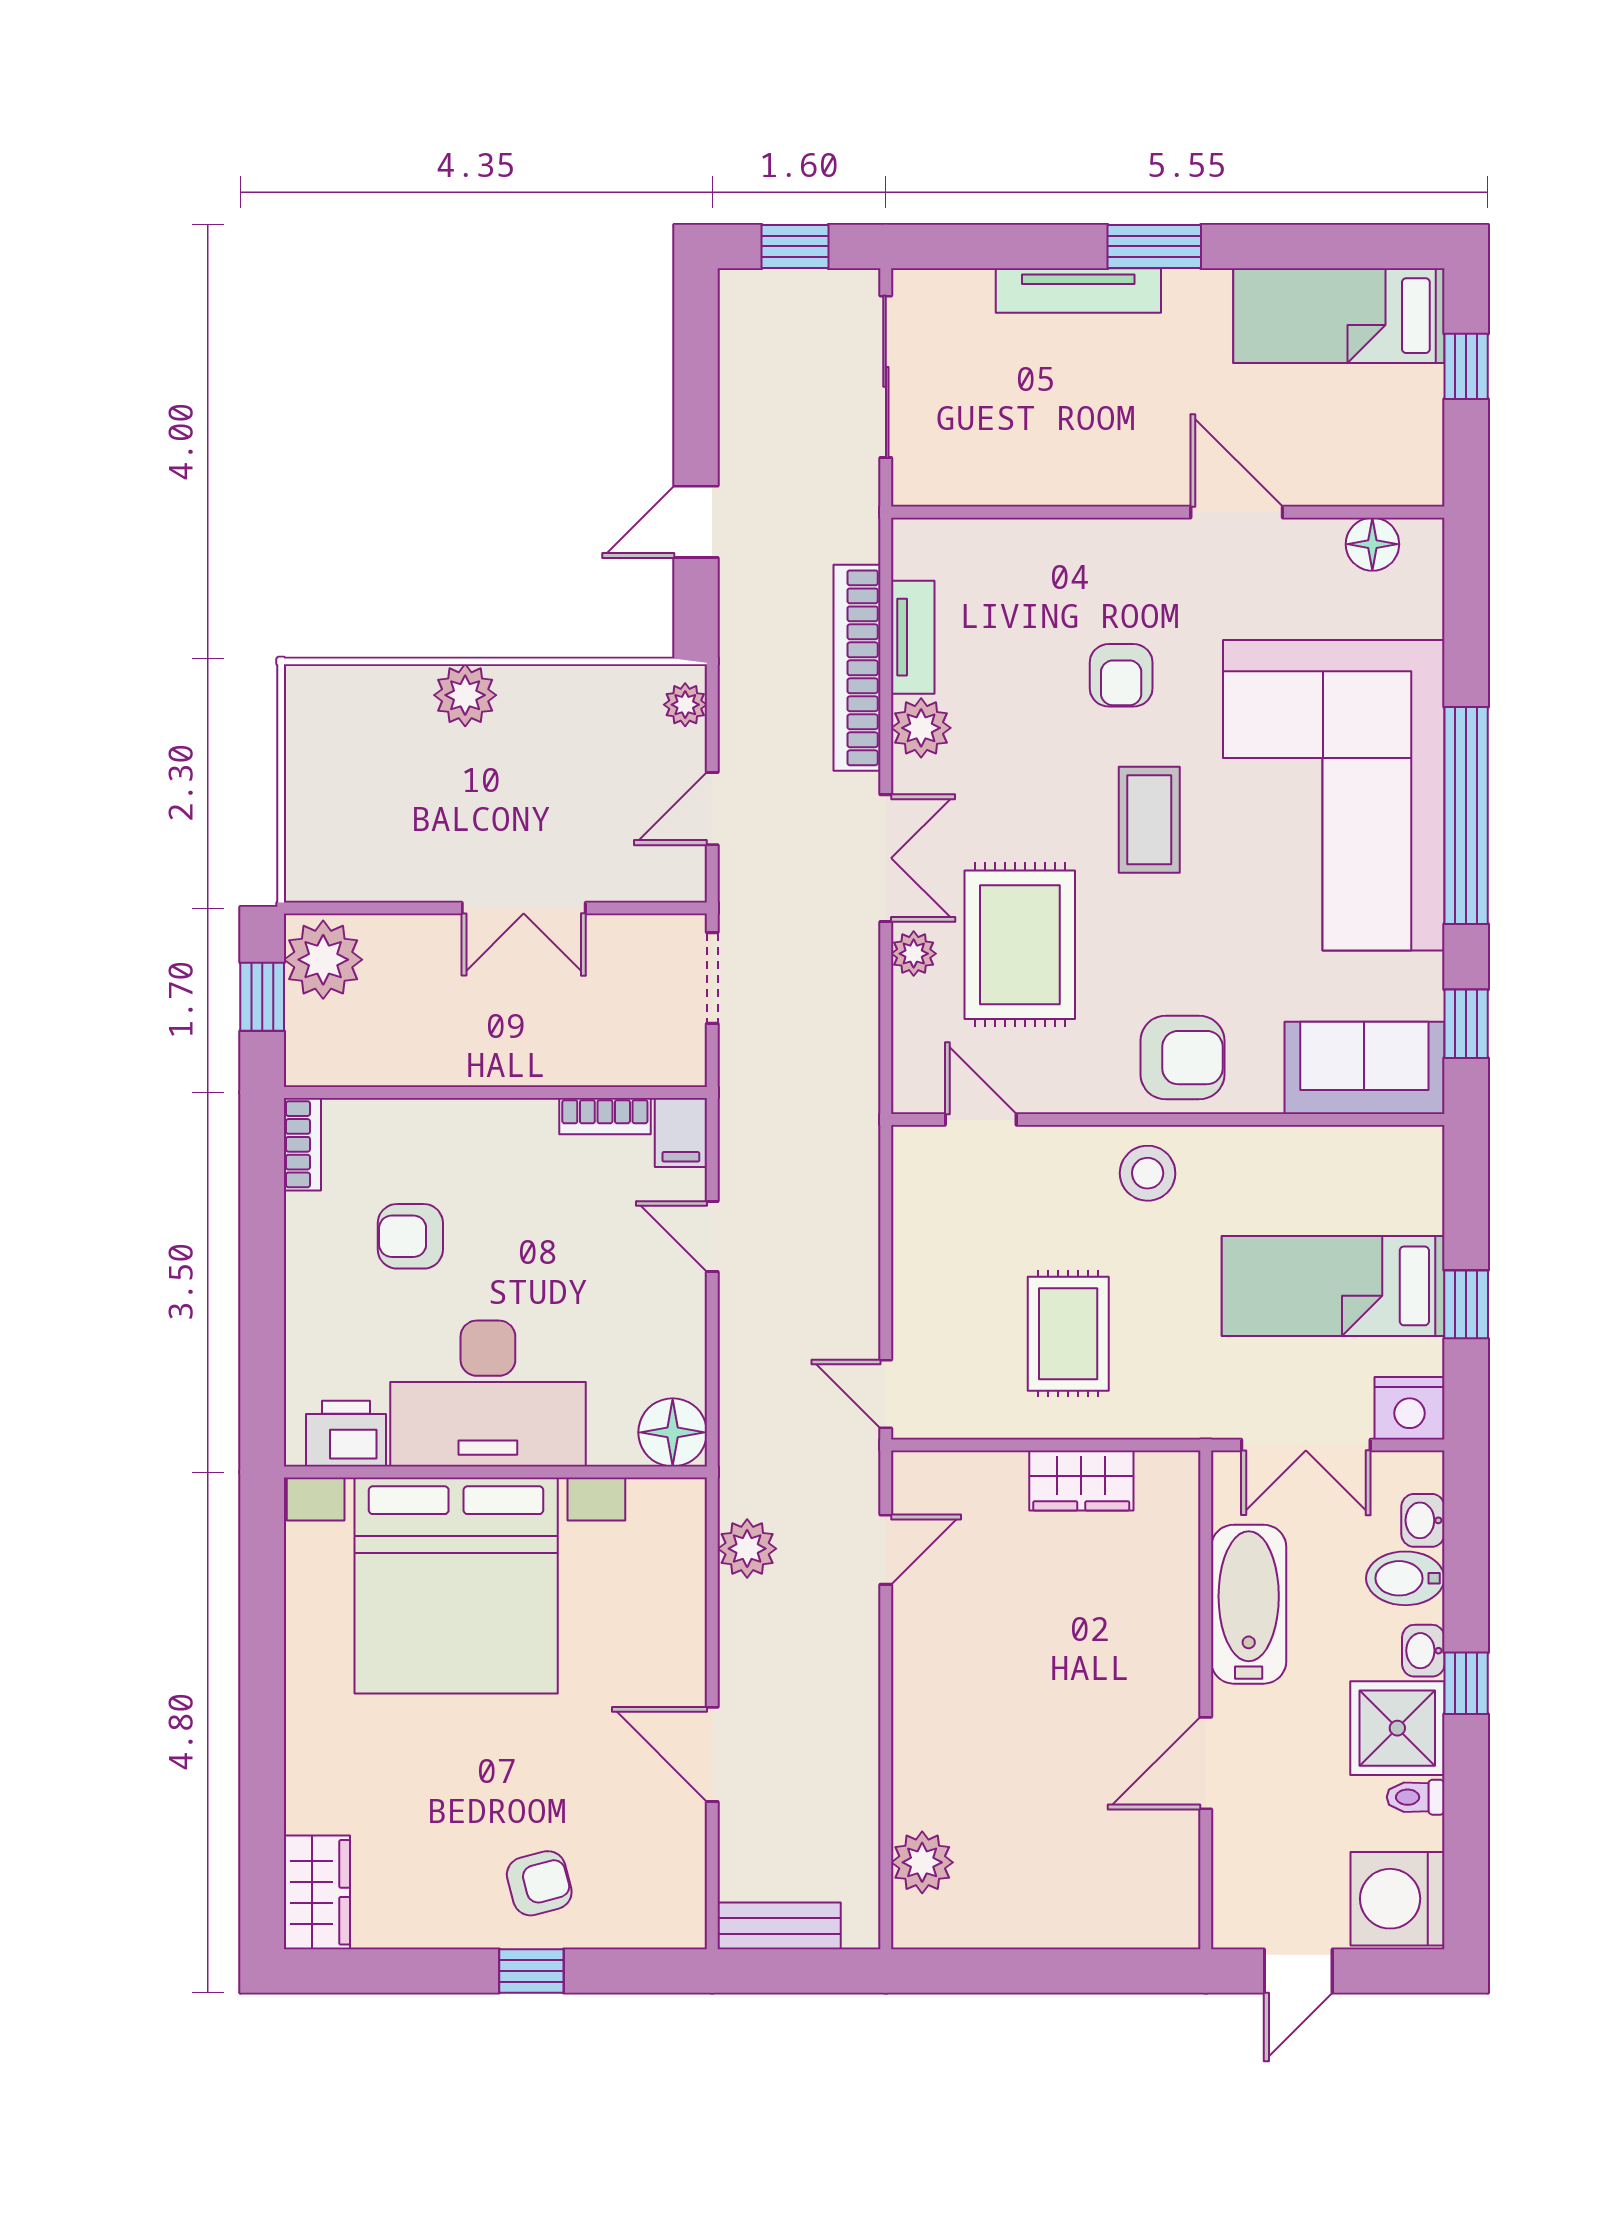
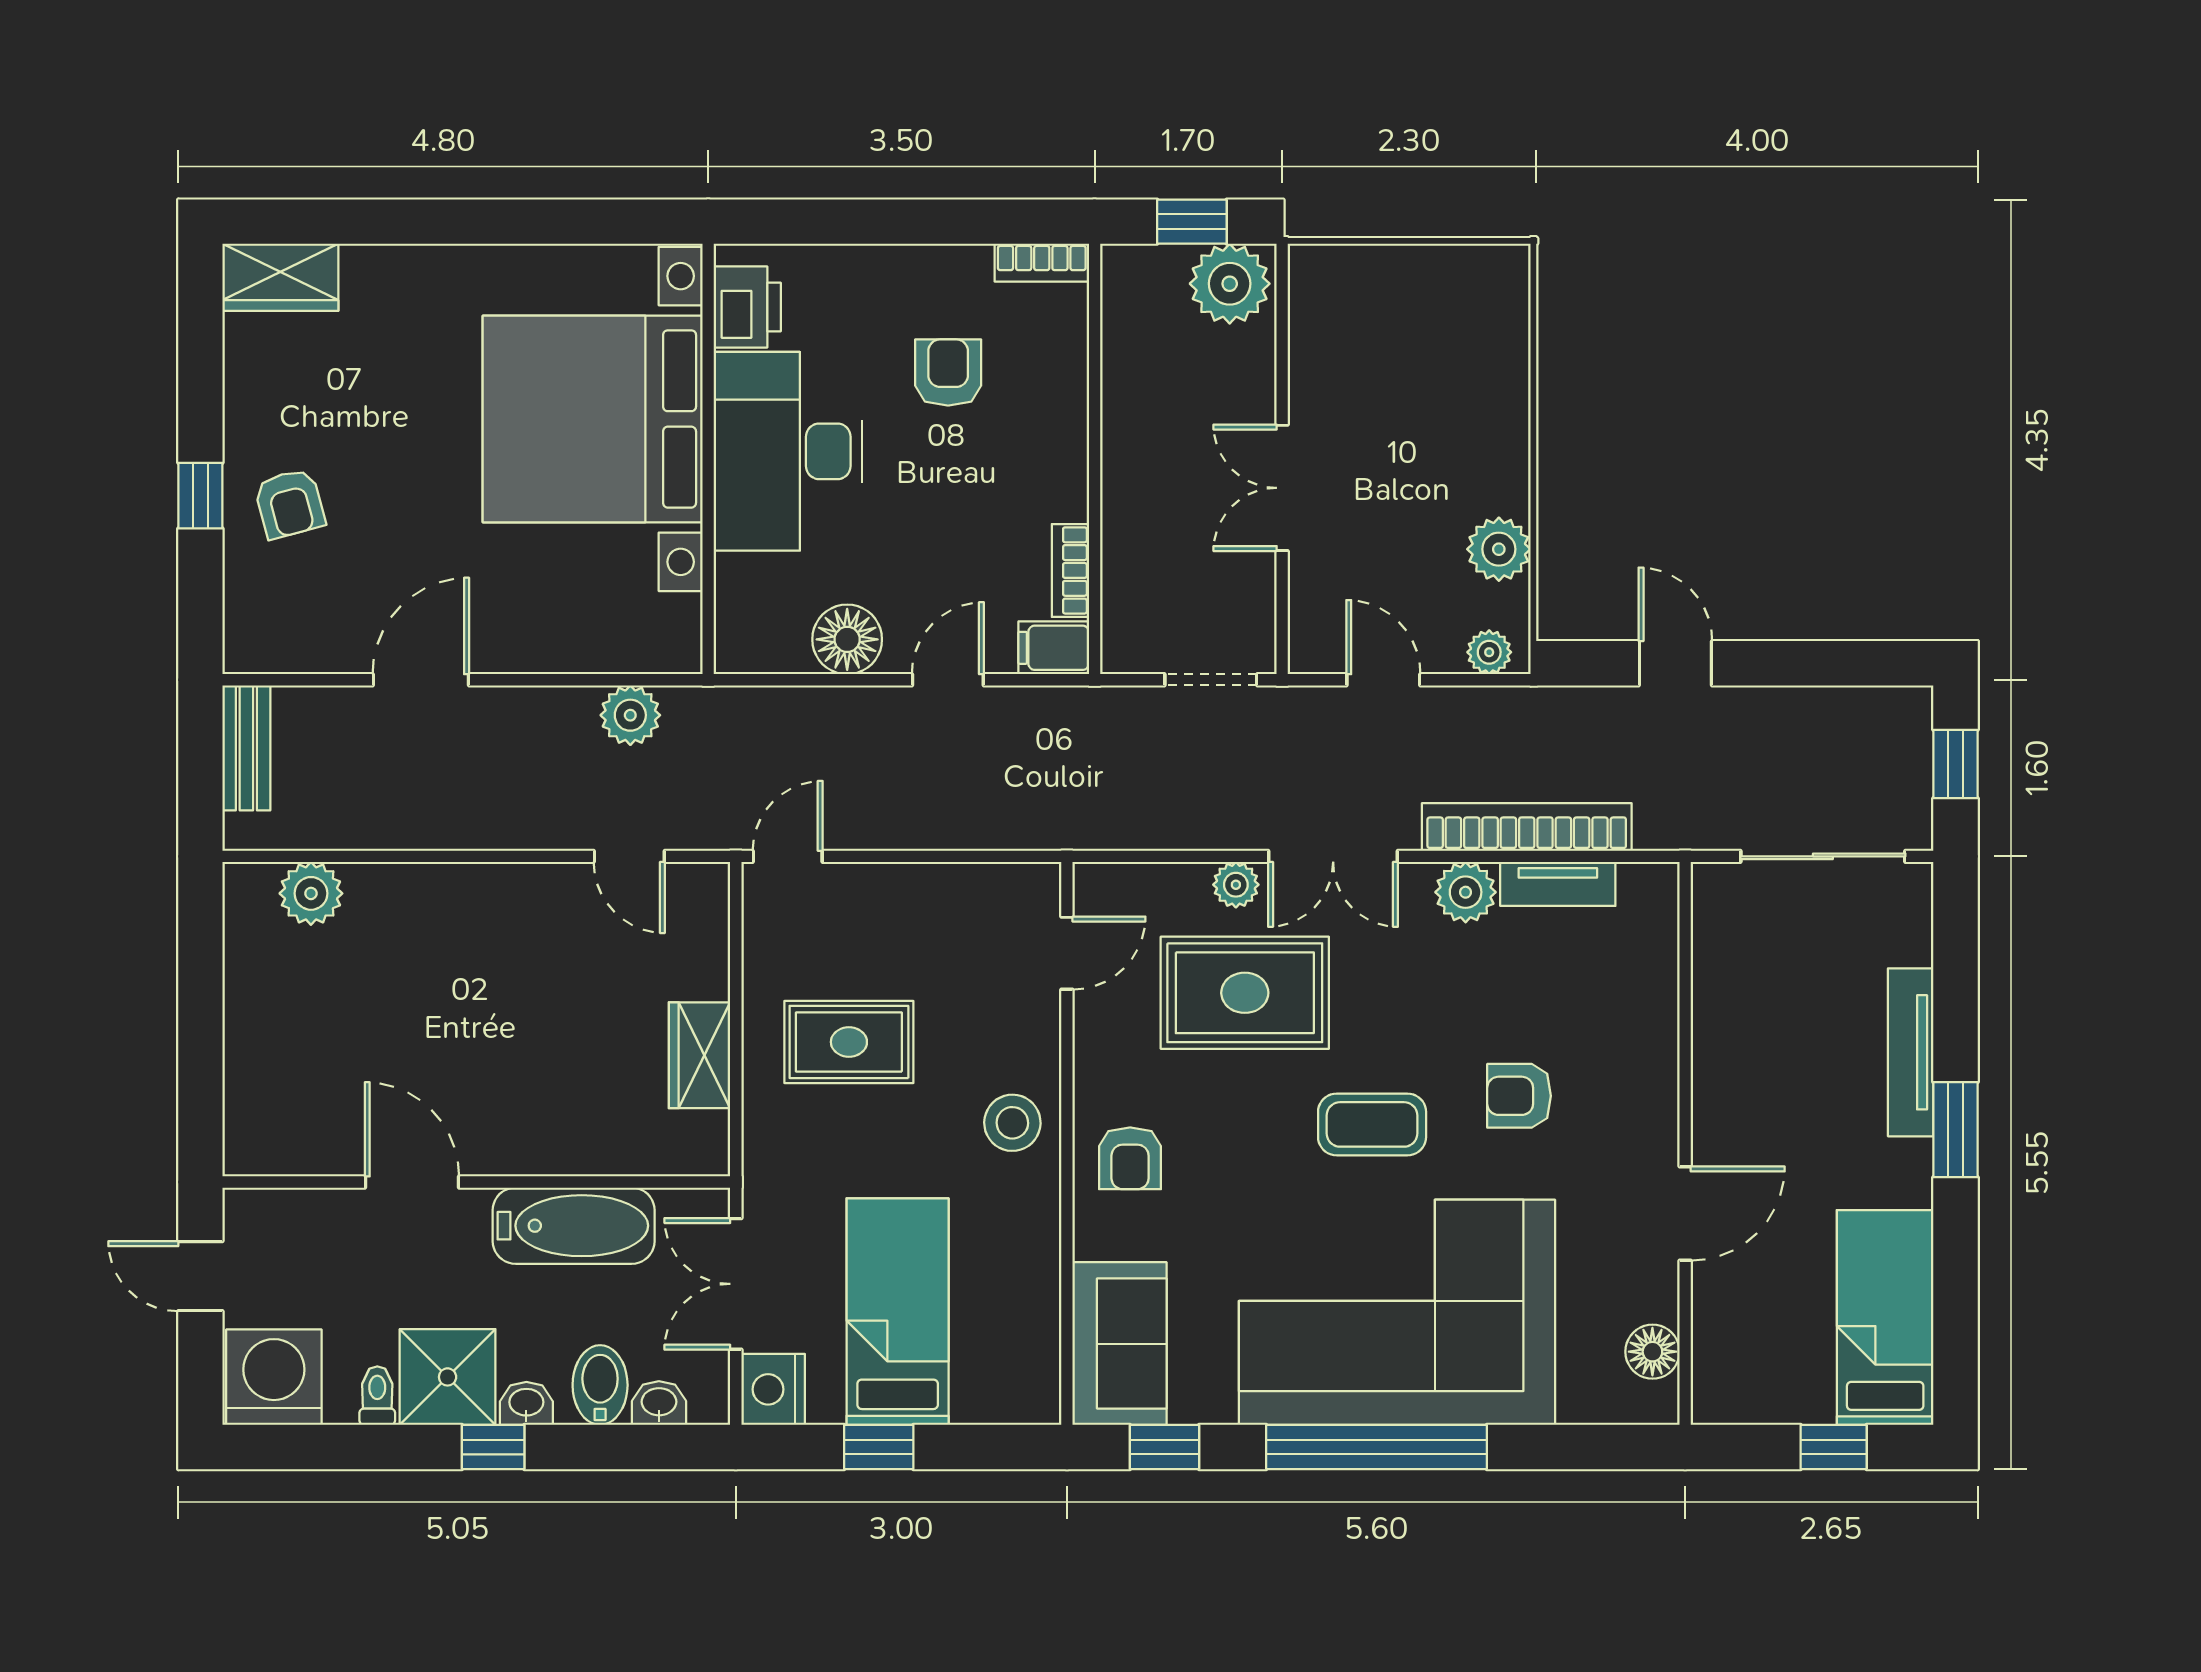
plant: (465, 695) -> (1499, 549), moved
armchair: (1182, 1058) -> (1130, 1158), width x0.72, depth x0.72
floor lamp: (673, 1432) -> (847, 639), moved

